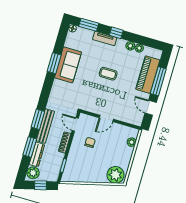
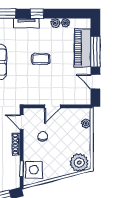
side table: (74, 170) -> (34, 170), added

